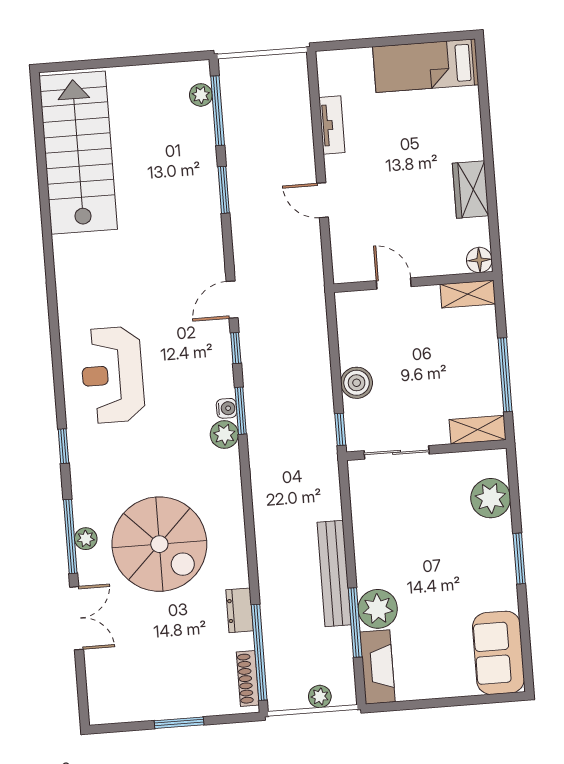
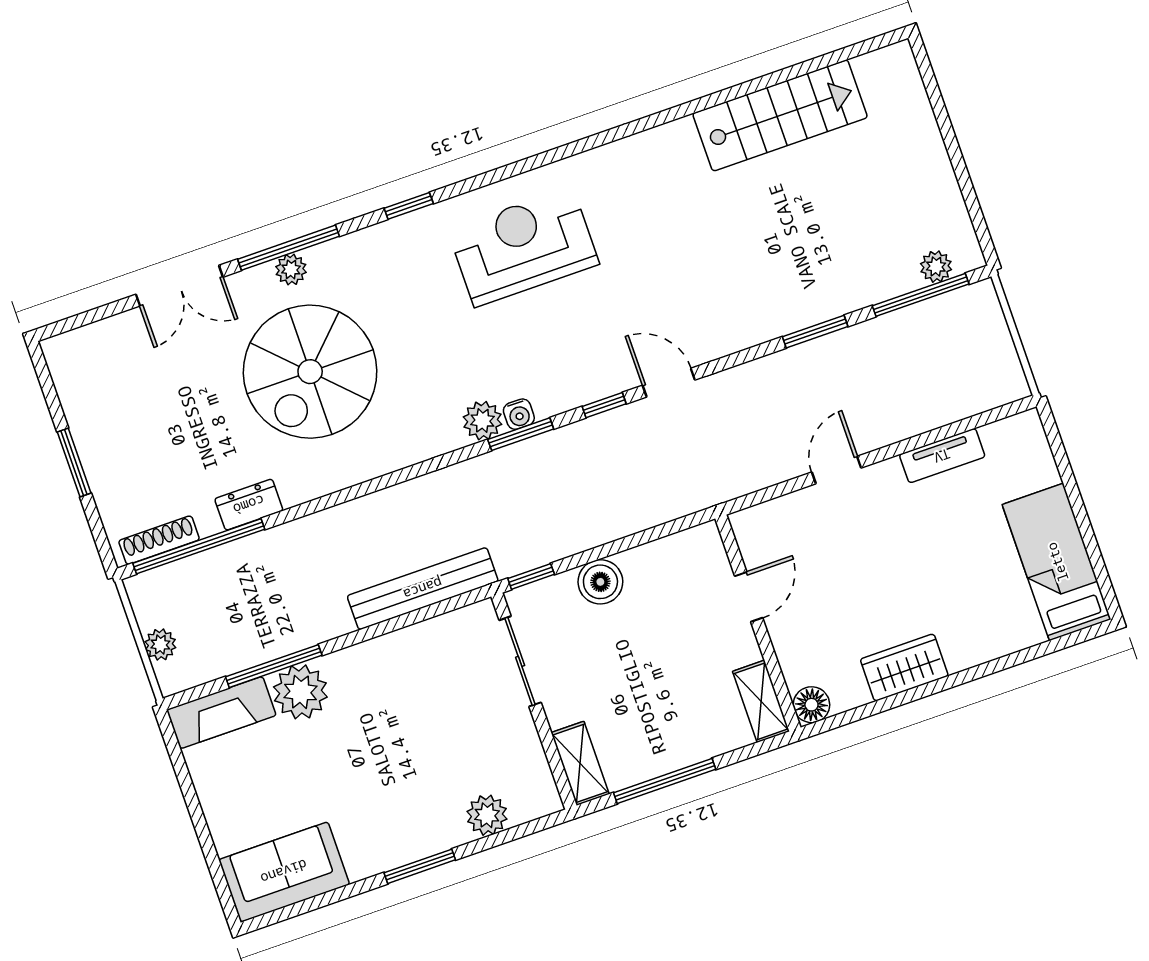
stairs: (78, 153) -> (780, 115), width x0.73, depth x0.66
plant: (491, 498) -> (487, 815), width x0.73, depth x0.73
bench: (334, 573) -> (423, 589), moved

